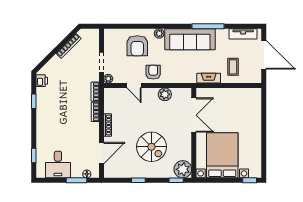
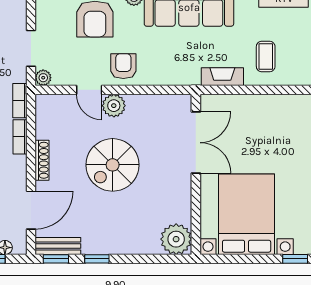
plant: (165, 94) -> (114, 106), moved
spiral stairs: (151, 147) -> (113, 165), moved, turned 90
bench: (117, 173) -> (58, 246), added
window: (176, 180) -> (56, 259), moved

